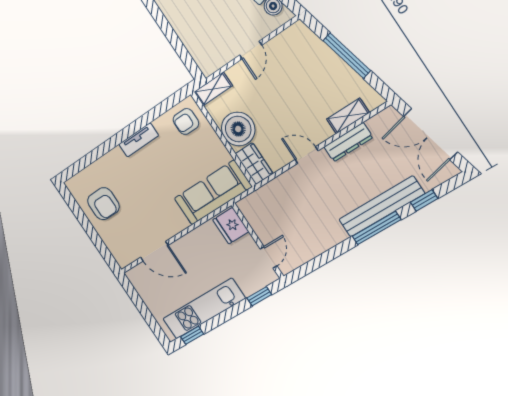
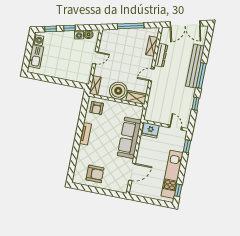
door: (251, 50) -> (95, 58), hinge flipped
sofa: (213, 193) -> (129, 138), moved
window: (424, 200) -> (195, 104), moved

